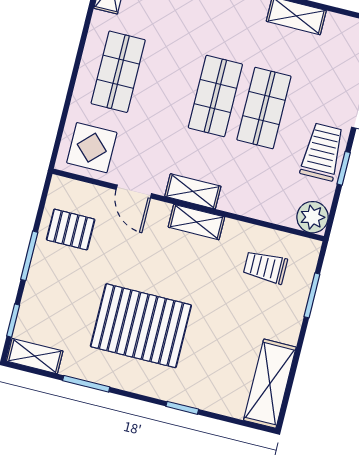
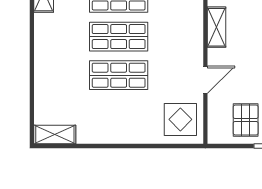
shop shelf: (118, 72) -> (119, 75), moved
shelving: (193, 191) -> (194, 36), removed

